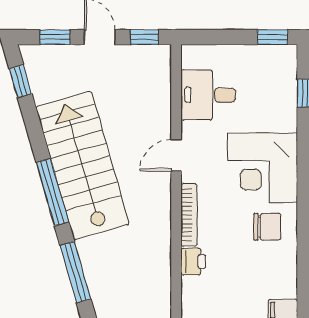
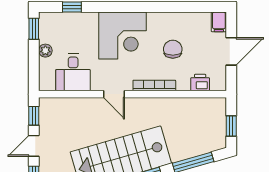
plant: (240, 54) -> (45, 51), added
chair: (267, 227) -> (173, 49), moved
printer: (193, 262) -> (200, 83), moved

